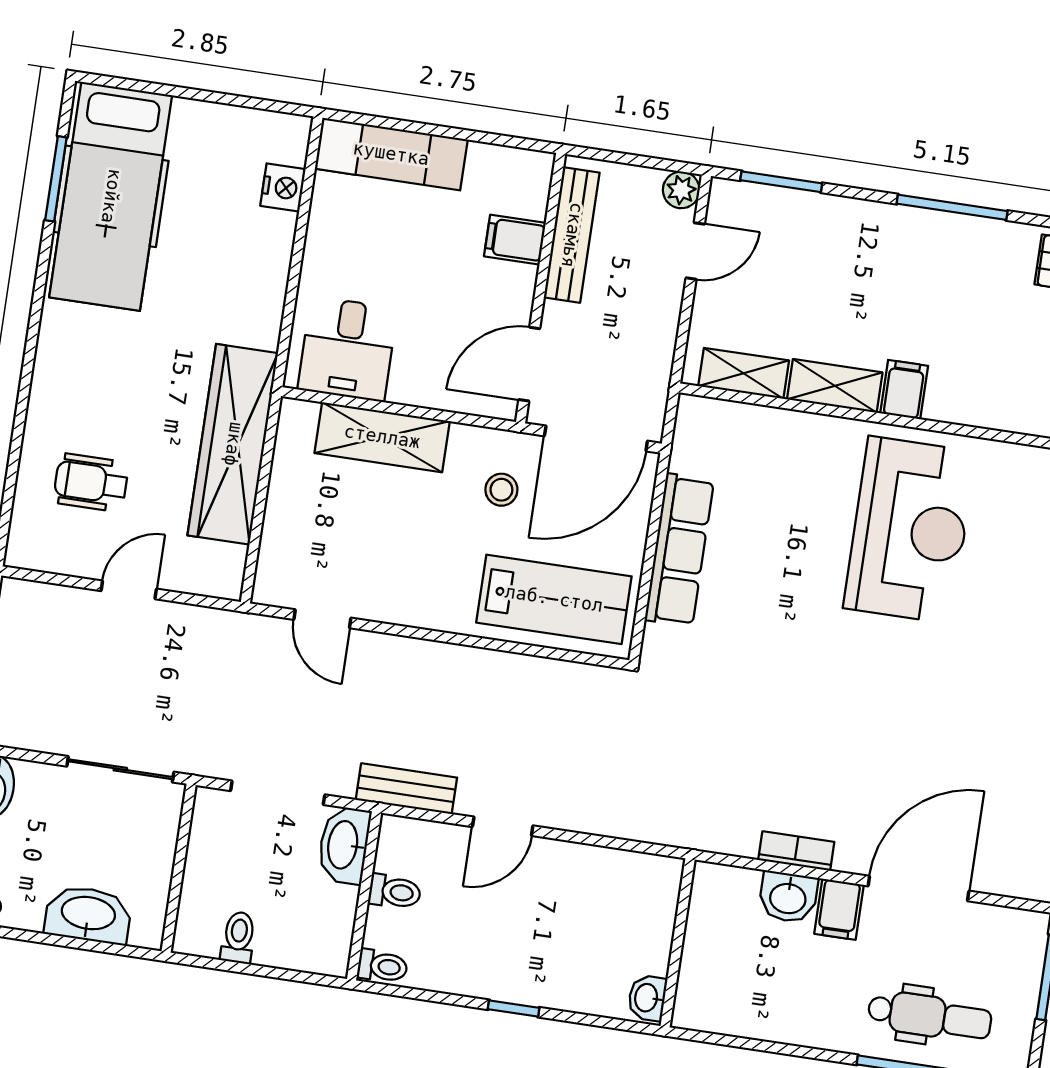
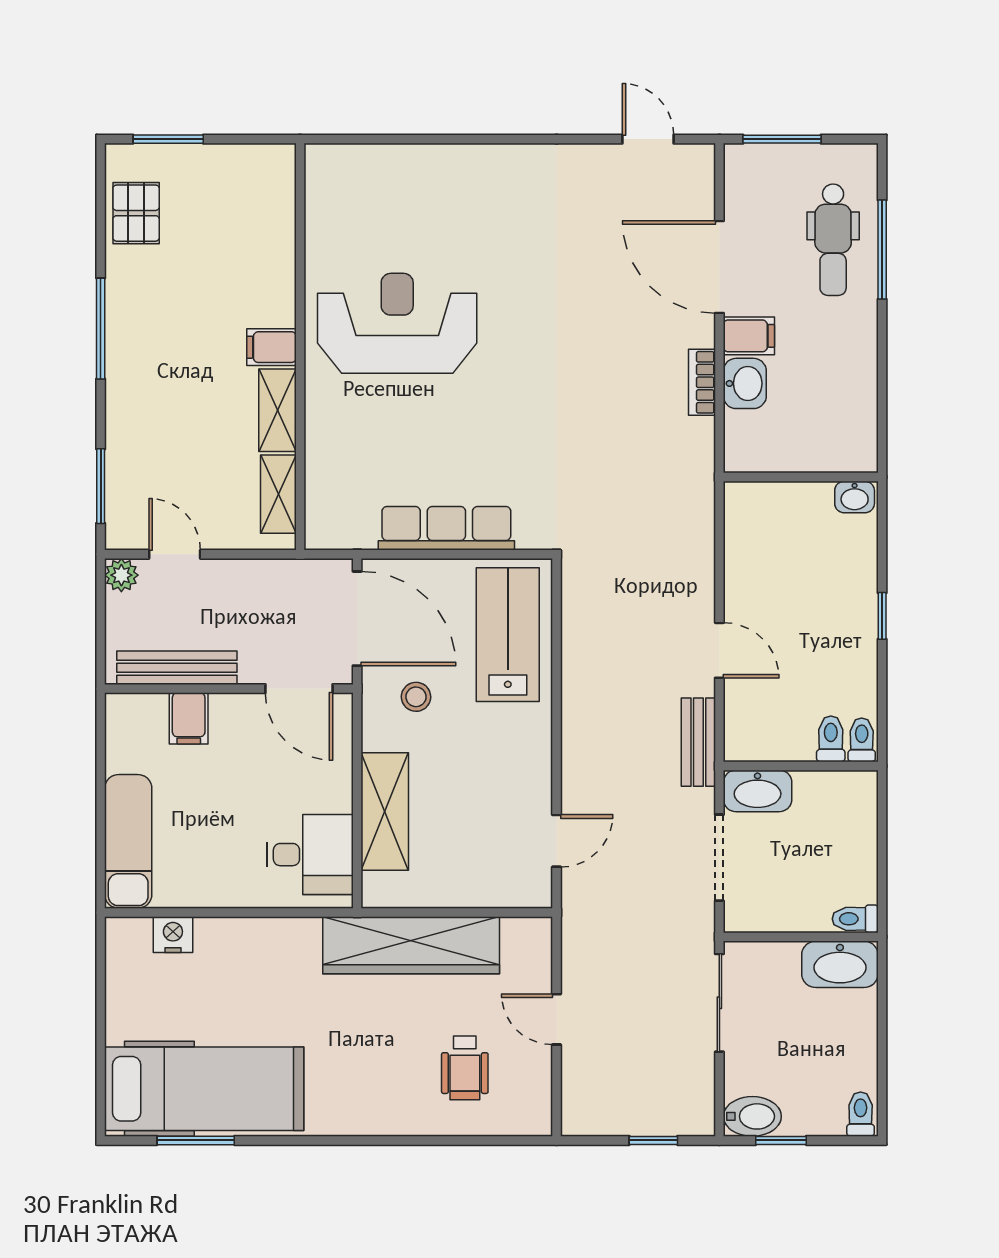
toilet: (395, 892) -> (831, 739), moved
washbasin: (88, 915) -> (840, 964), moved, turned -90
toilet: (238, 938) -> (855, 919), moved
dental chair: (930, 1016) -> (833, 240), turned 180

